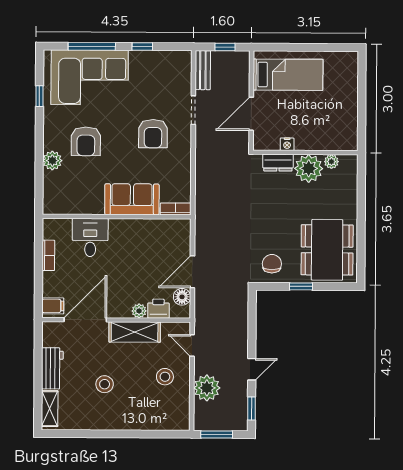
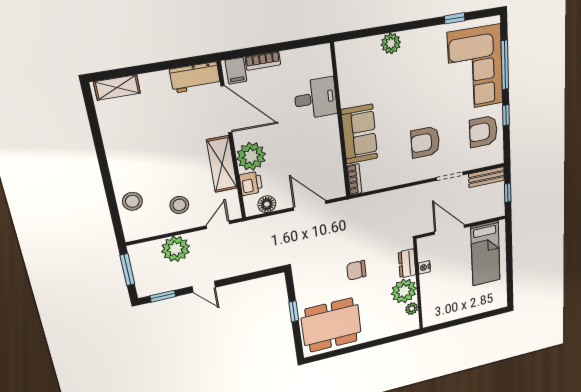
armchair: (86, 141) -> (483, 132), moved
bookcase: (48, 255) -> (263, 61), moved
chair: (272, 264) -> (356, 270), moved, turned 180
door: (192, 272) -> (310, 206), moved
plant: (139, 311) -> (251, 156), width x1.88, depth x1.88
workbench: (52, 368) -> (195, 77), moved
stool: (105, 384) -> (132, 201), moved

